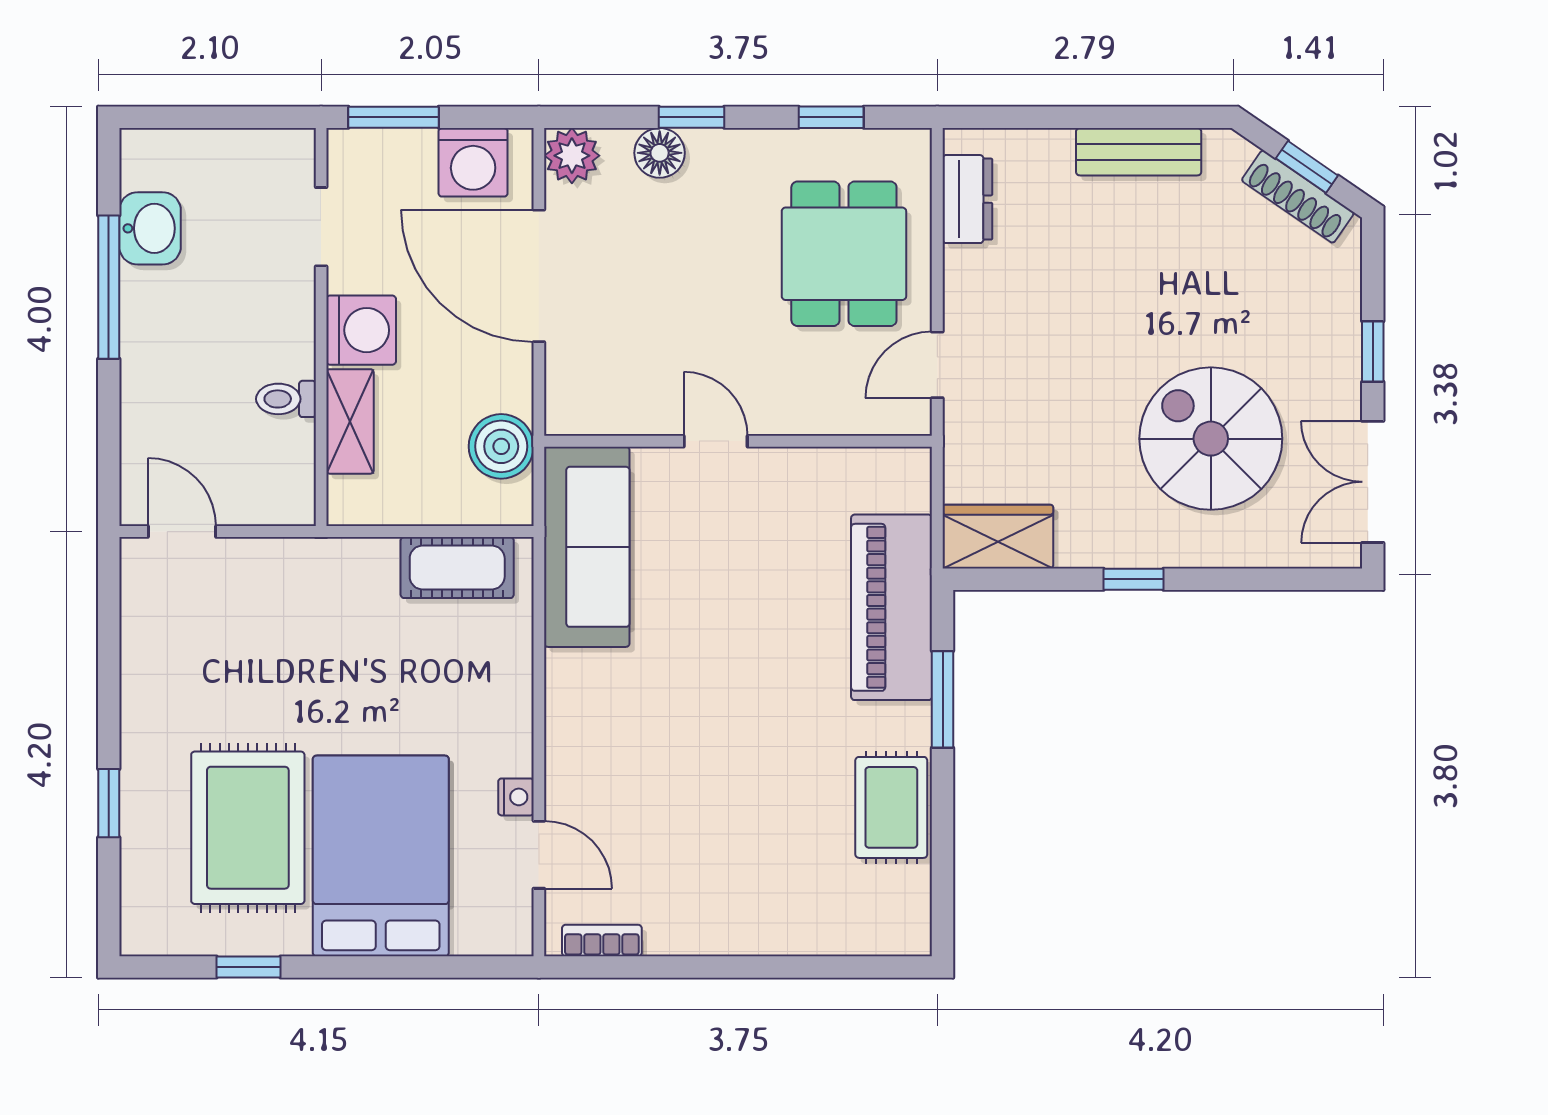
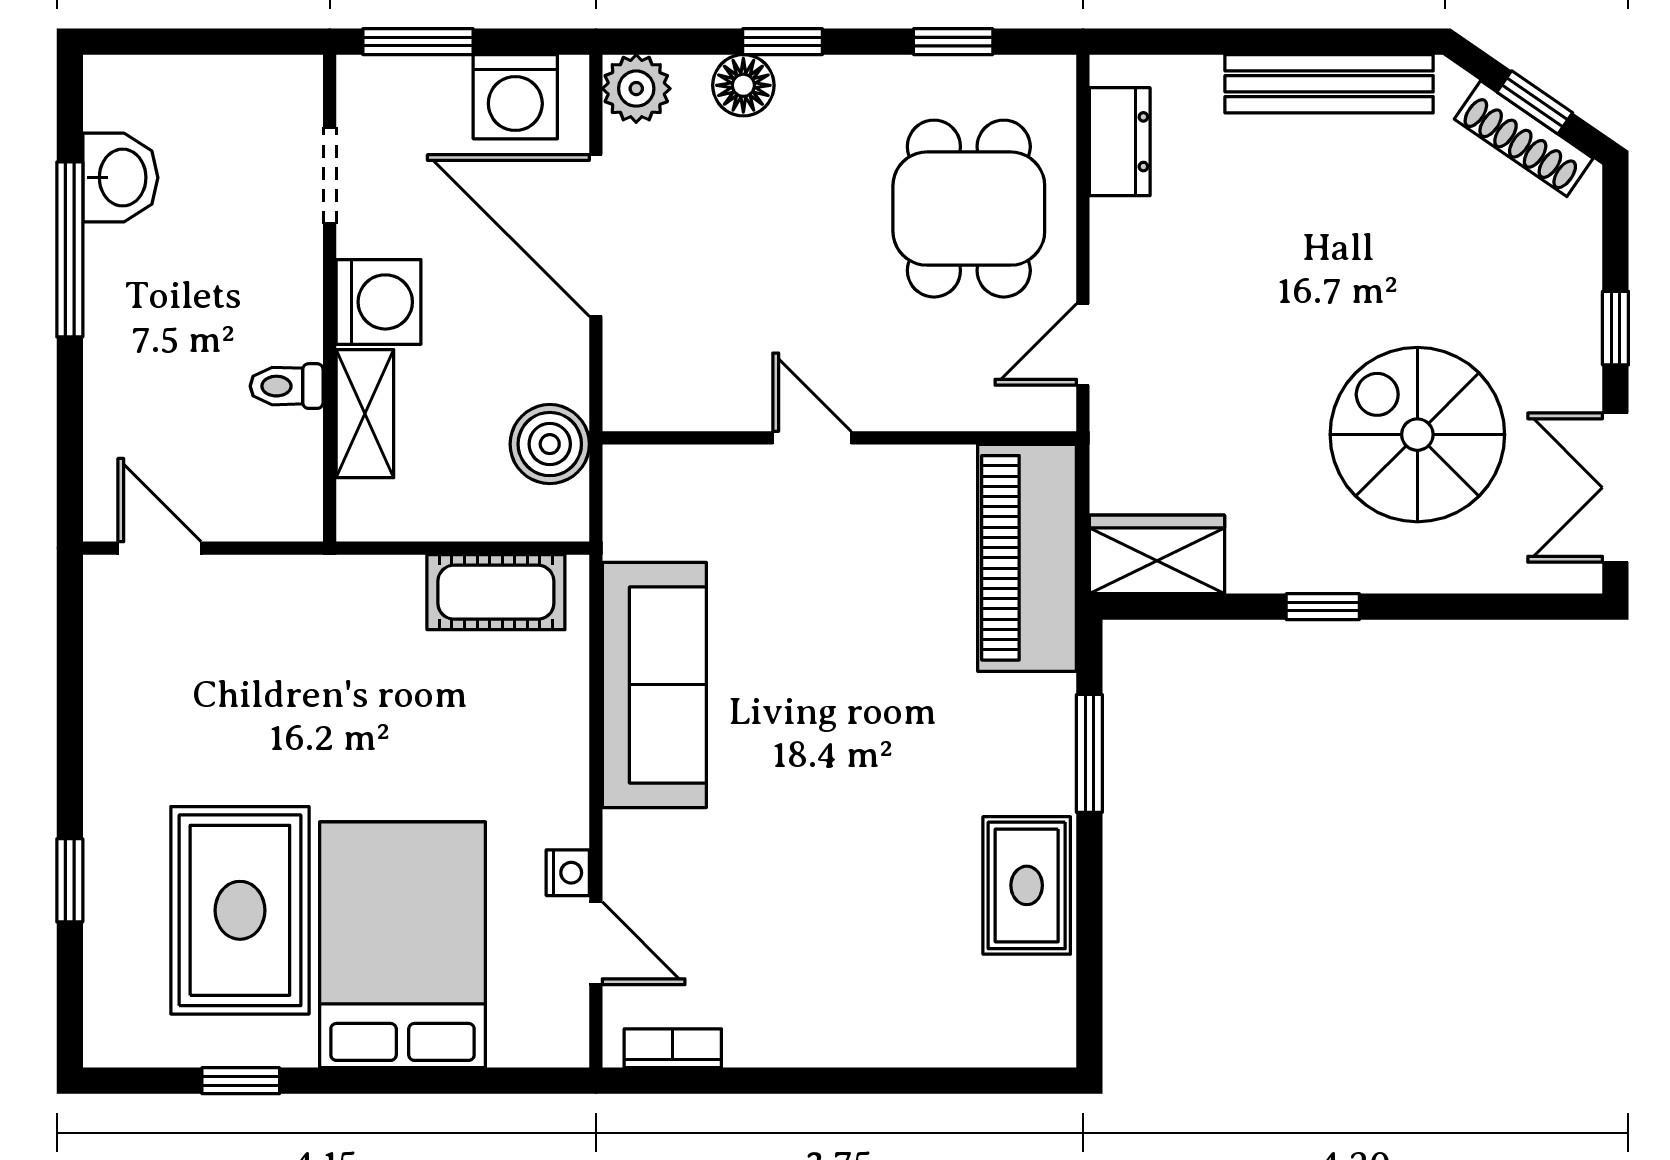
bench: (1139, 152) -> (1329, 84), width x1.36
sofa: (587, 547) -> (654, 685), moved
piano: (892, 607) -> (1027, 558), moved

